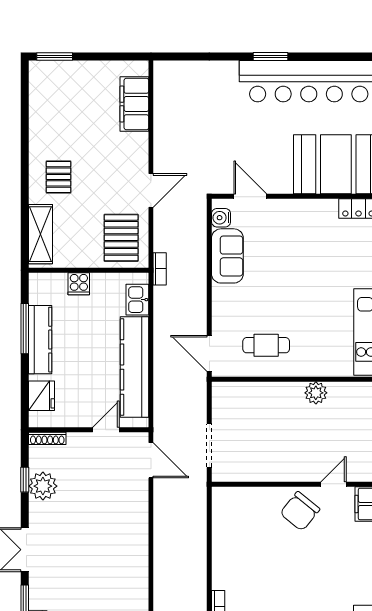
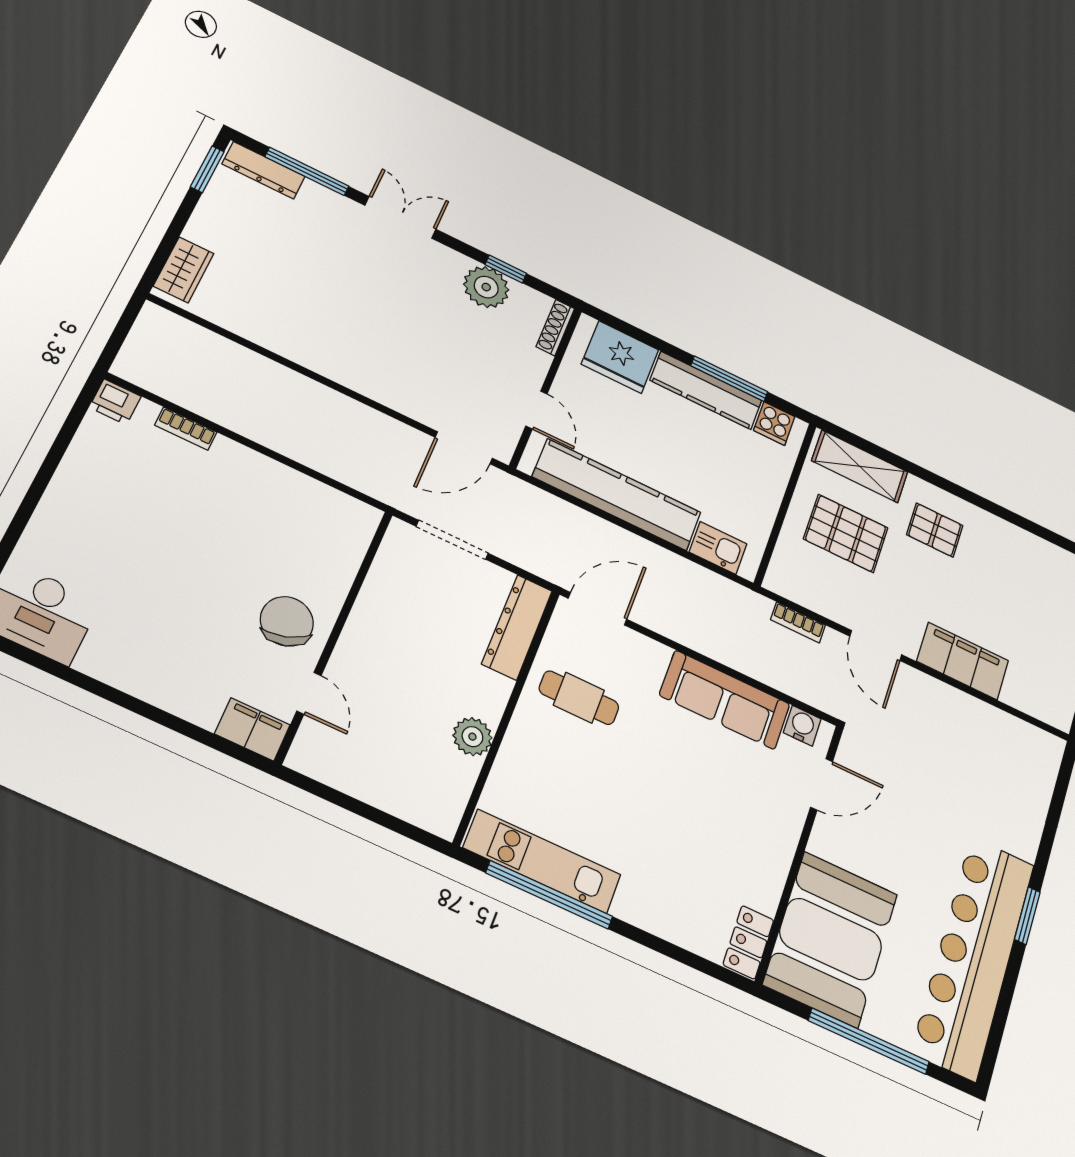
filing cabinet: (134, 104) -> (963, 661), moved
pallet: (121, 238) -> (846, 533), moved
sofa: (227, 256) -> (725, 700), width x1.36
bookcase: (160, 269) -> (798, 622), moved
cooker: (79, 284) -> (774, 423), moved, turned -90
cafe table: (266, 345) -> (579, 698), turned 90
dresser: (242, 392) -> (517, 627), added
fridge: (41, 396) -> (620, 357), width x1.36, depth x1.34
chair: (300, 511) -> (287, 621), turned 32

